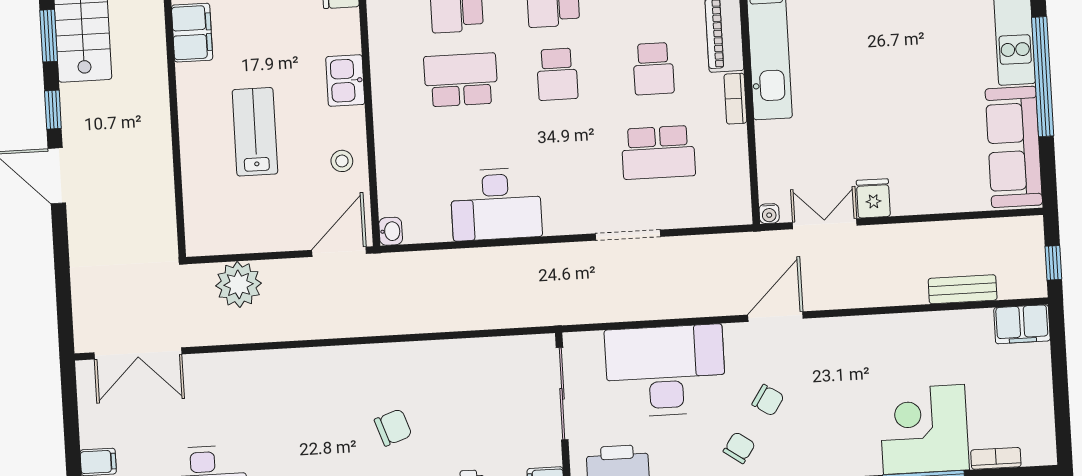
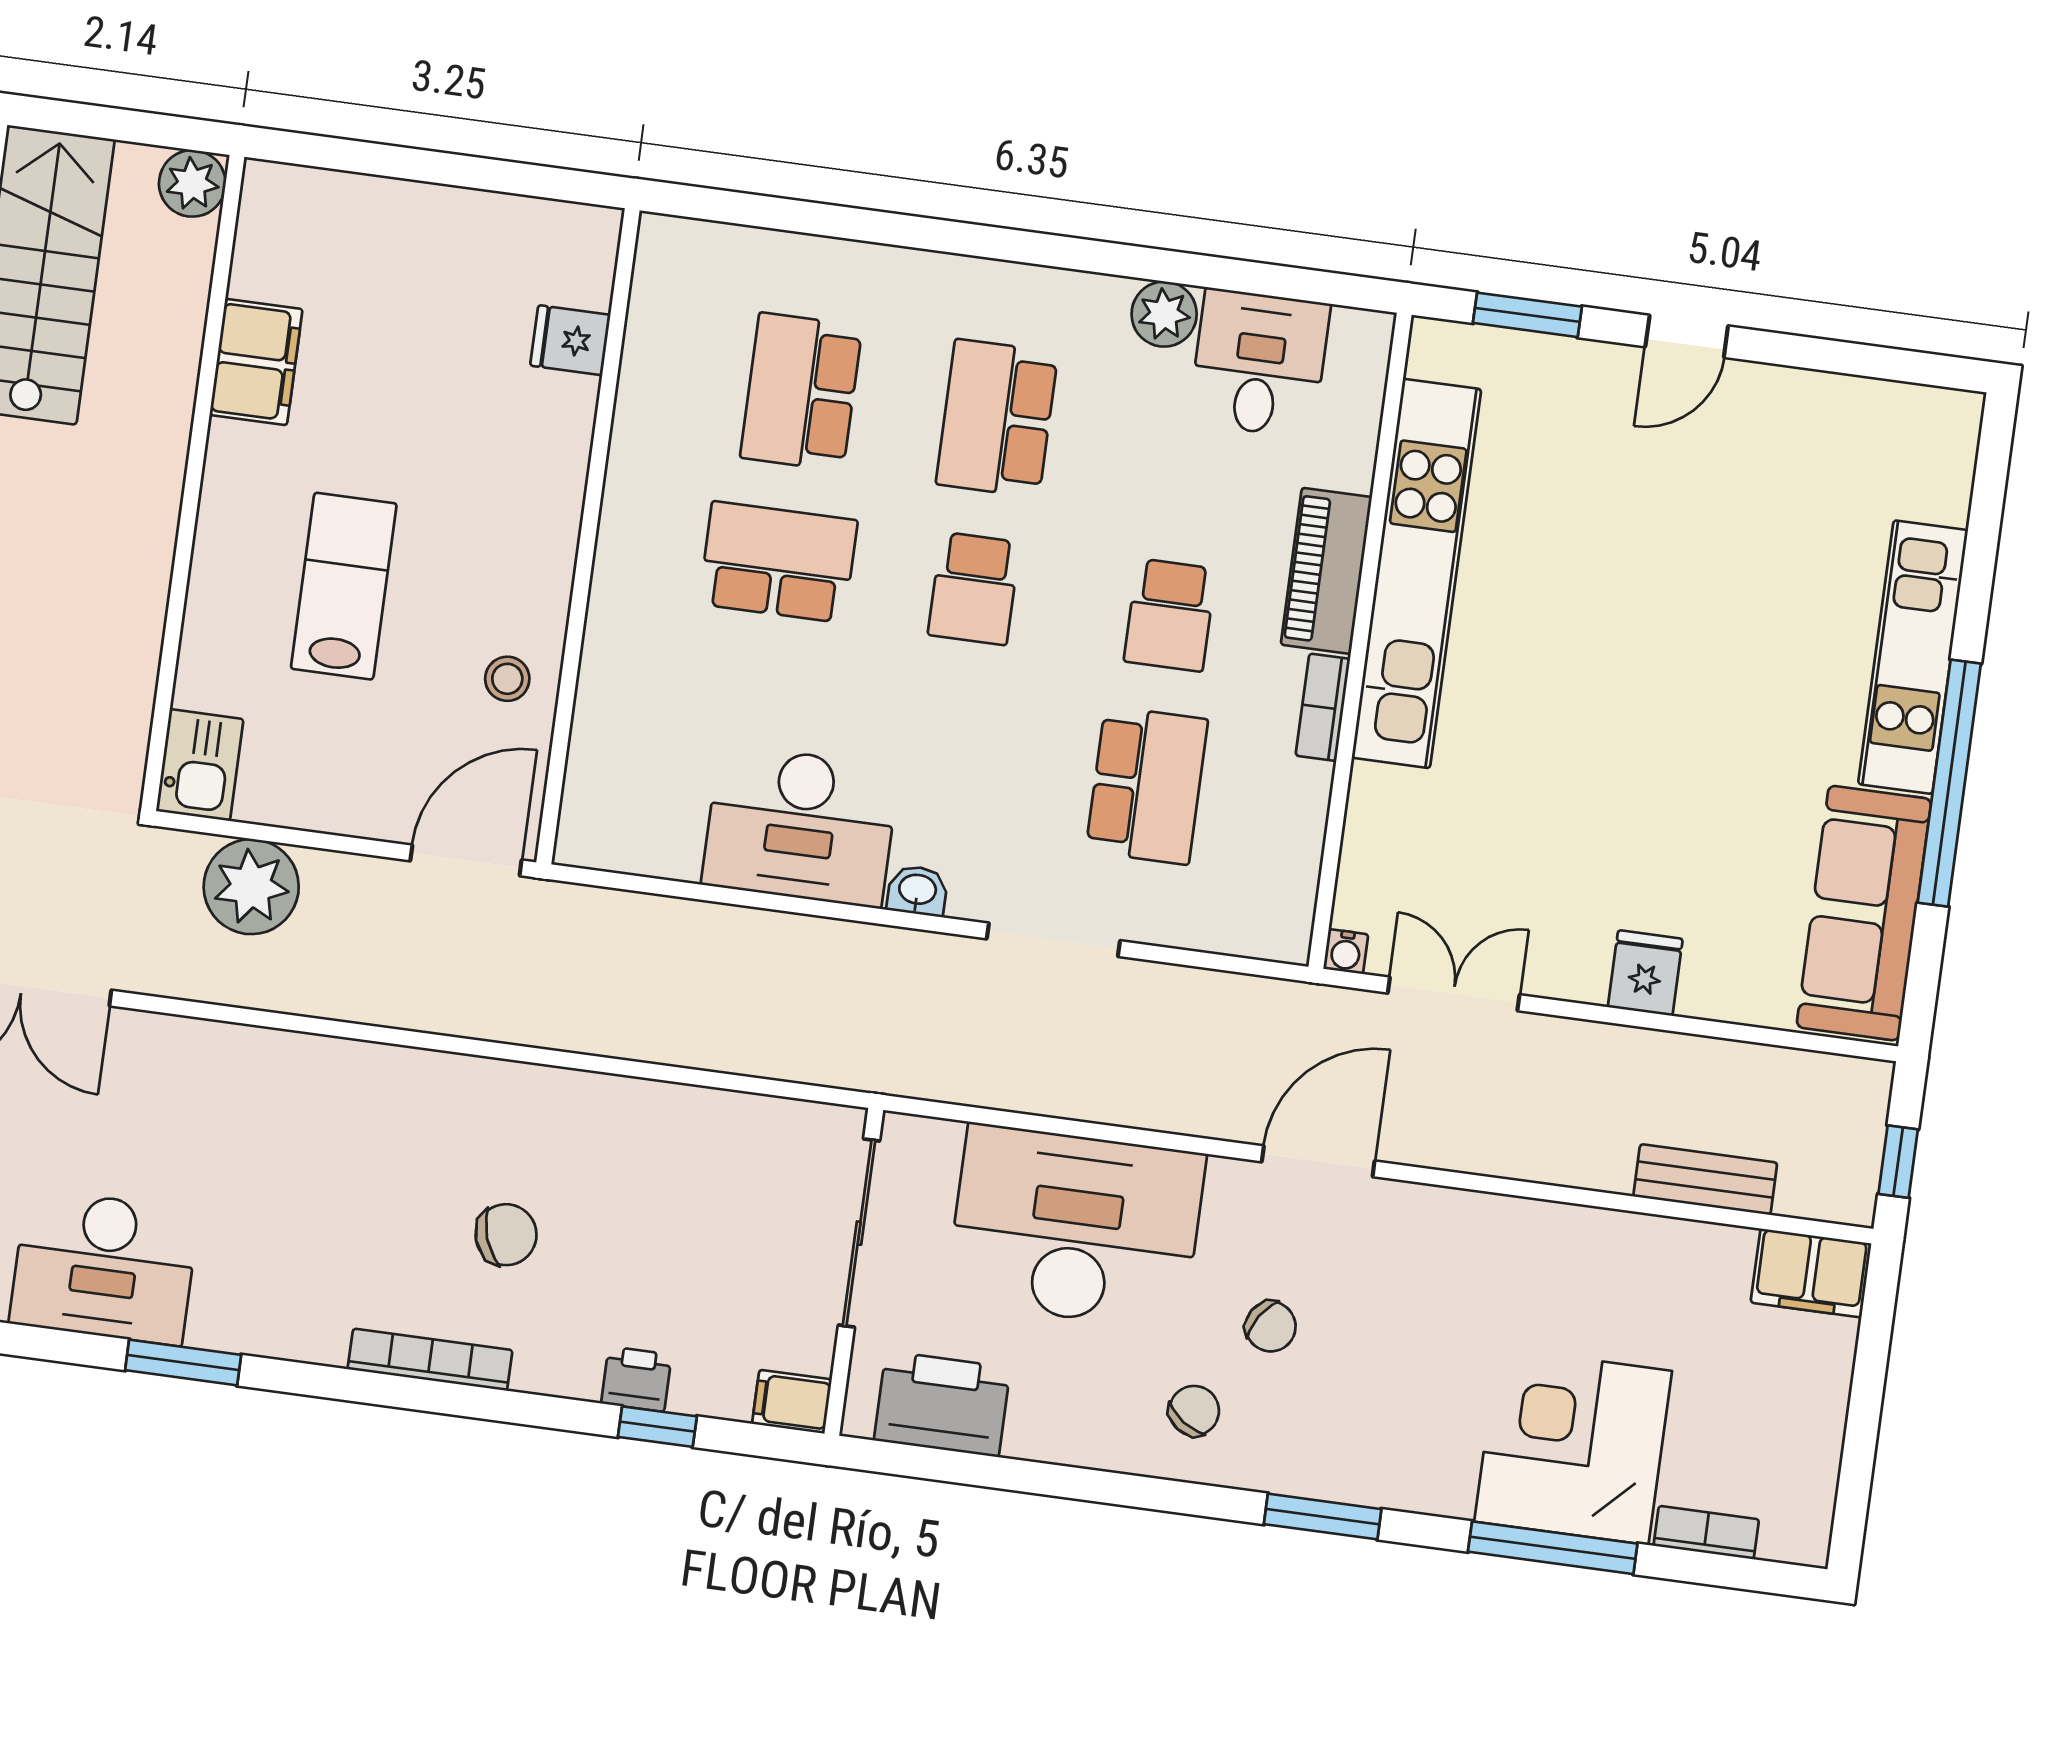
kitchen sink: (345, 81) -> (200, 765), moved, turned 180
school desk: (658, 152) -> (1147, 785), turned -90
fridge: (873, 198) -> (1645, 973), moved
washbasin: (391, 231) -> (917, 891), moved, turned -90

